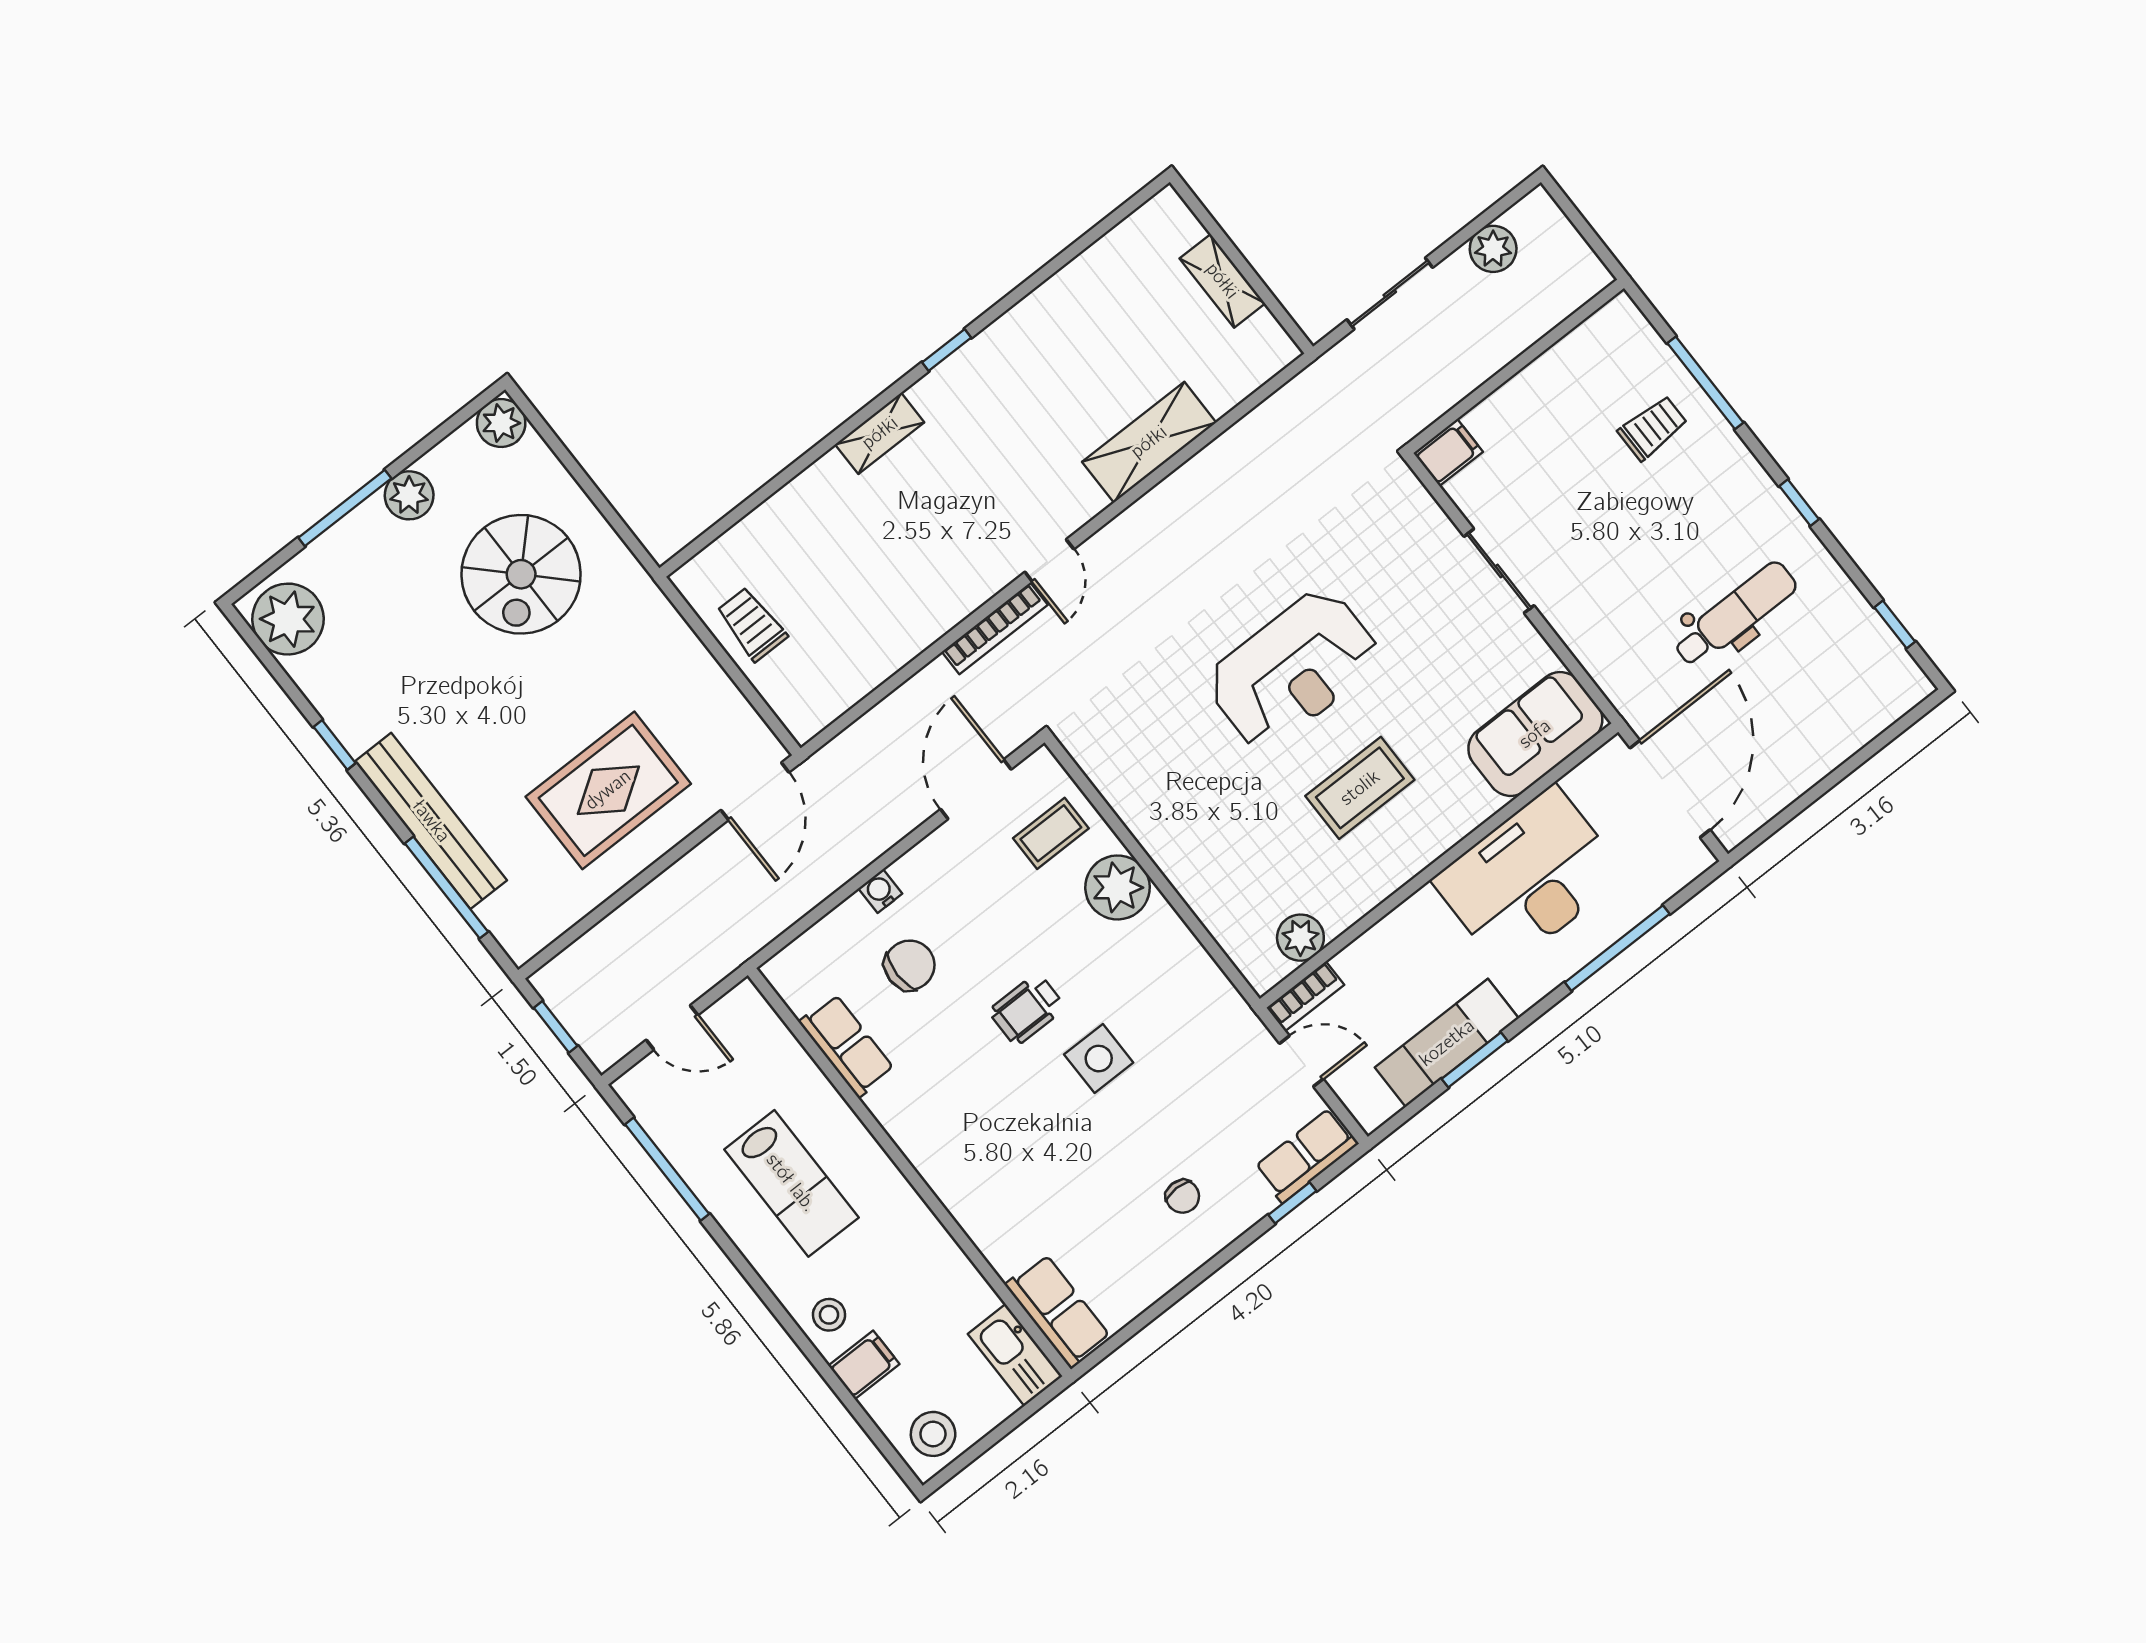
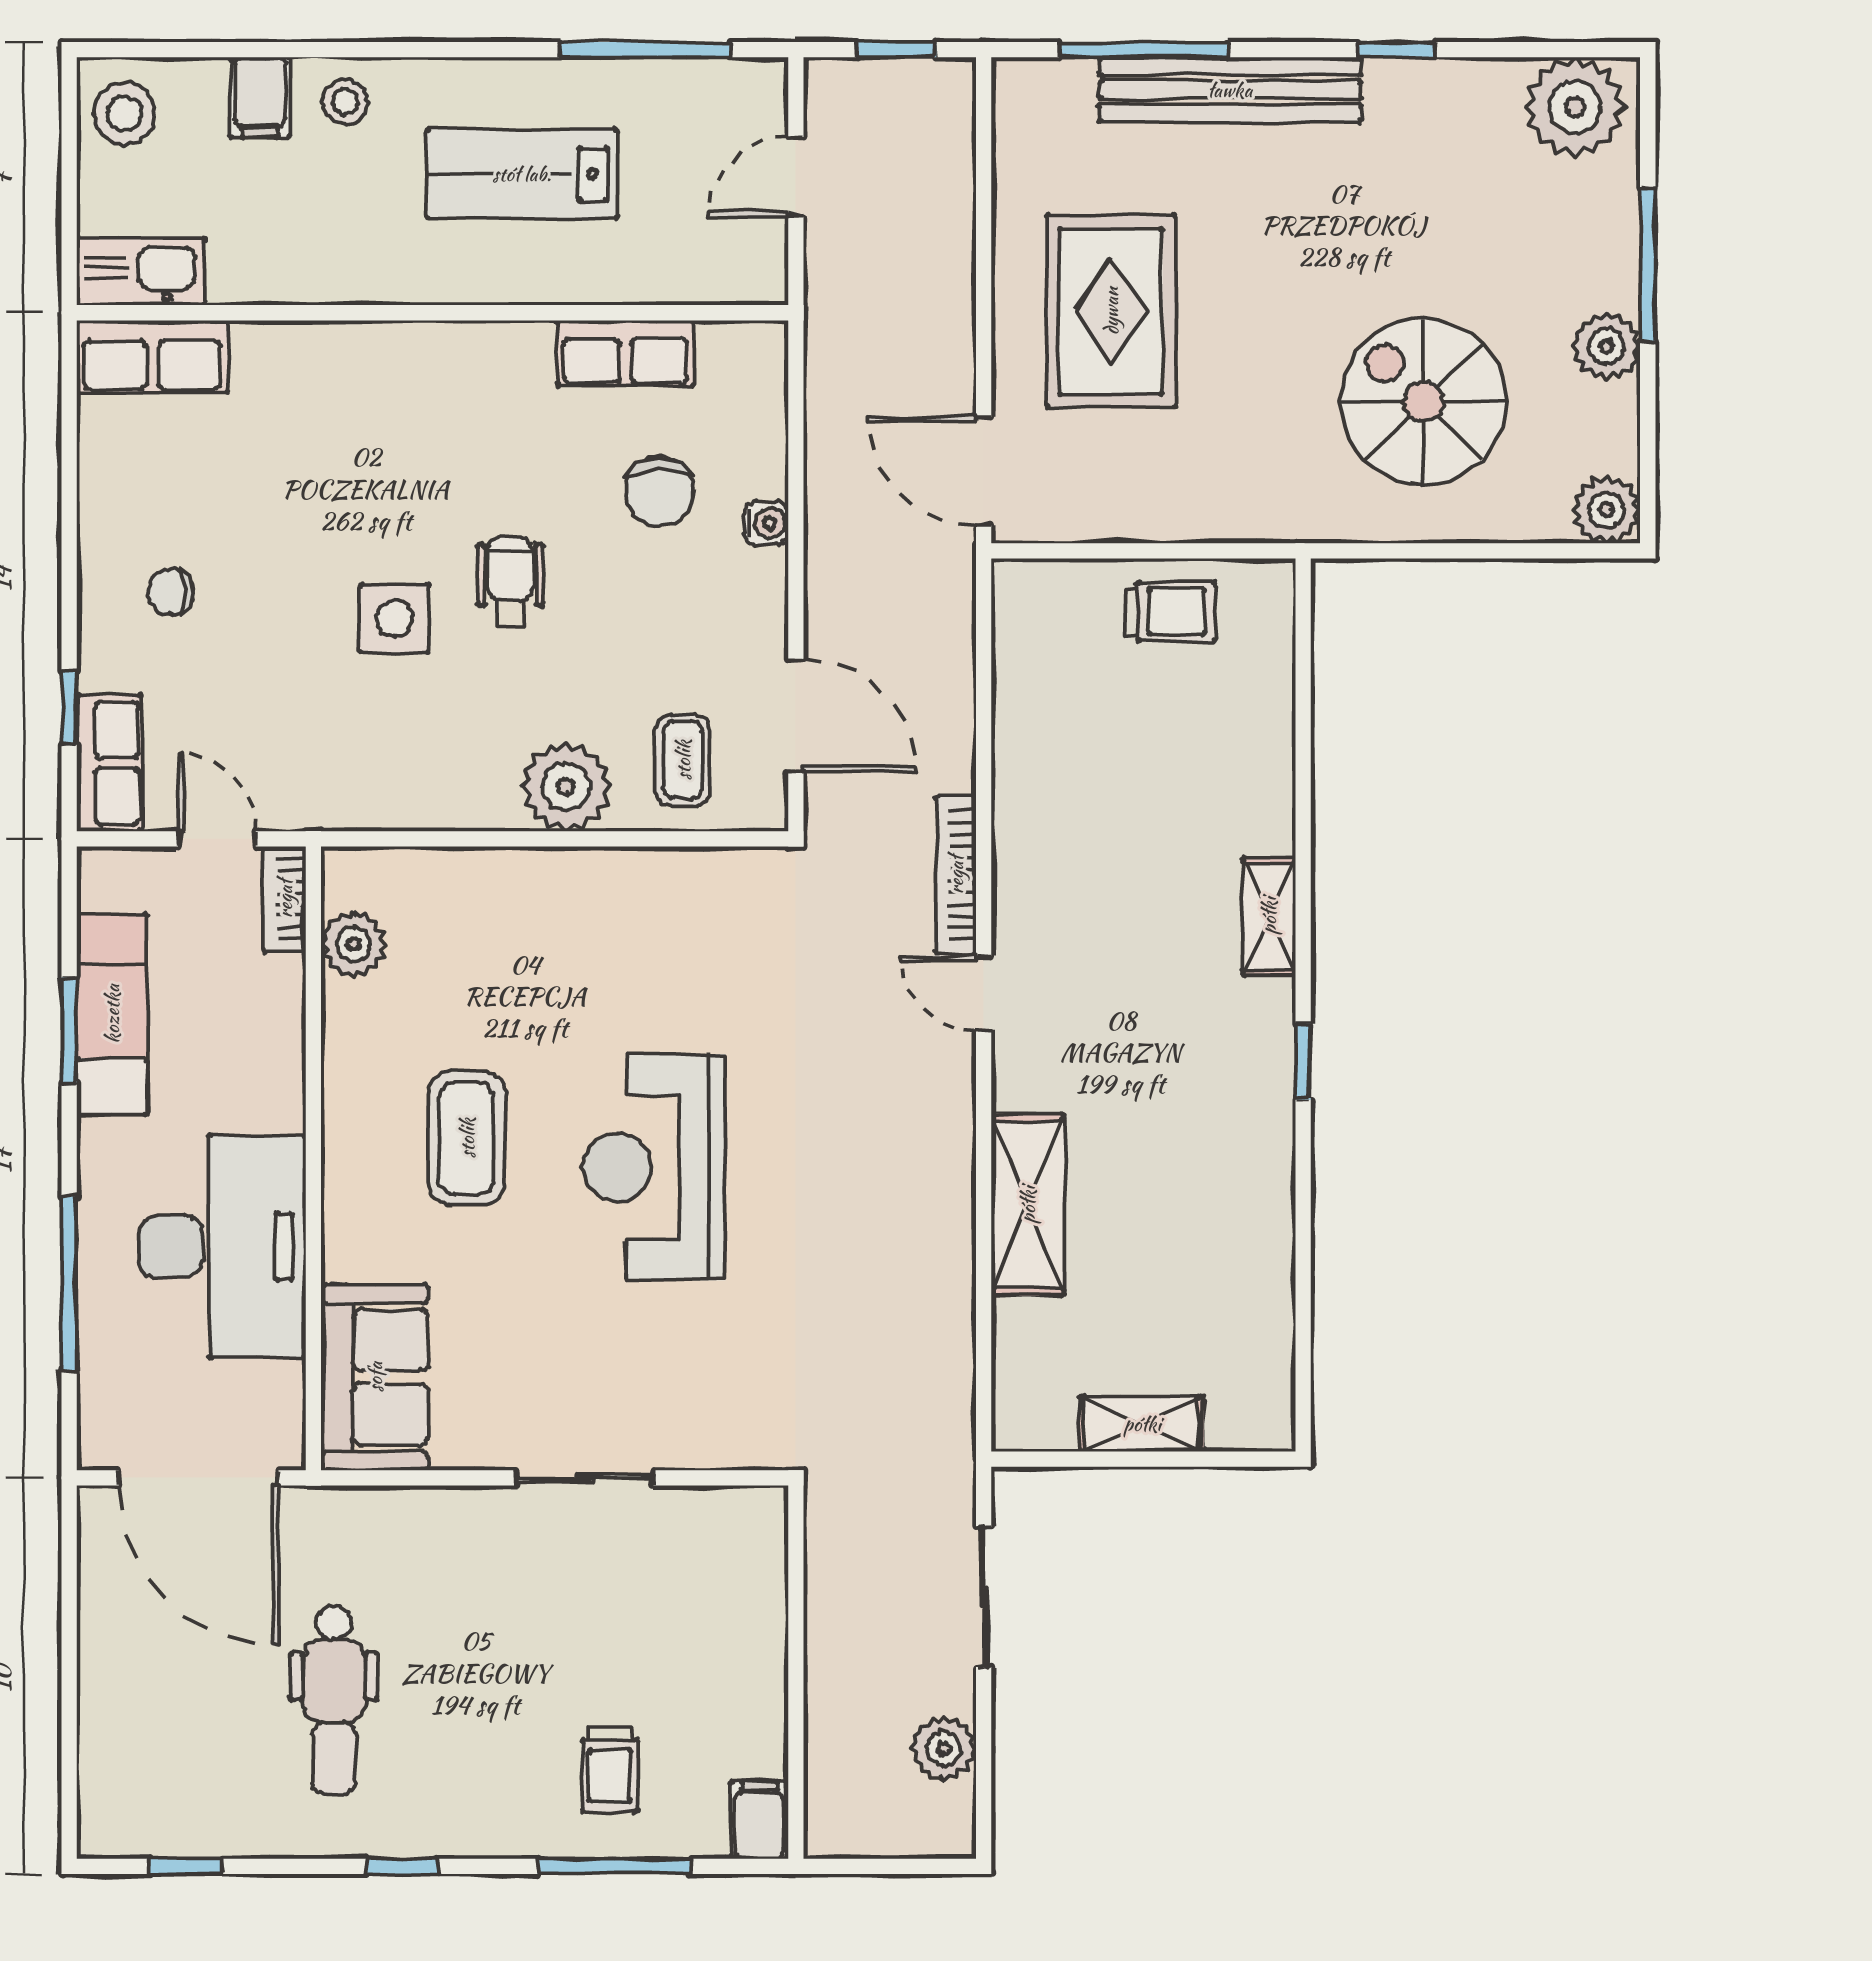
filing cabinet: (1448, 453) -> (759, 1820), moved, turned 180
door: (1301, 1061) -> (217, 839), swing flipped

